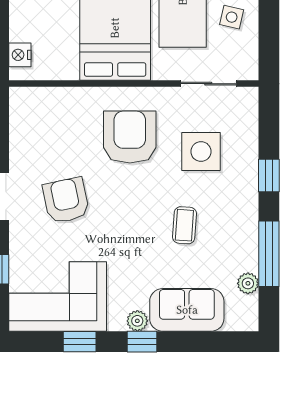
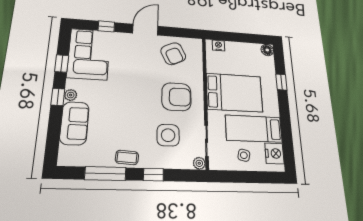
armchair: (66, 200) -> (173, 54), moved, turned 76
coffee table: (184, 225) -> (127, 157), moved
plant: (248, 283) -> (199, 163), moved

